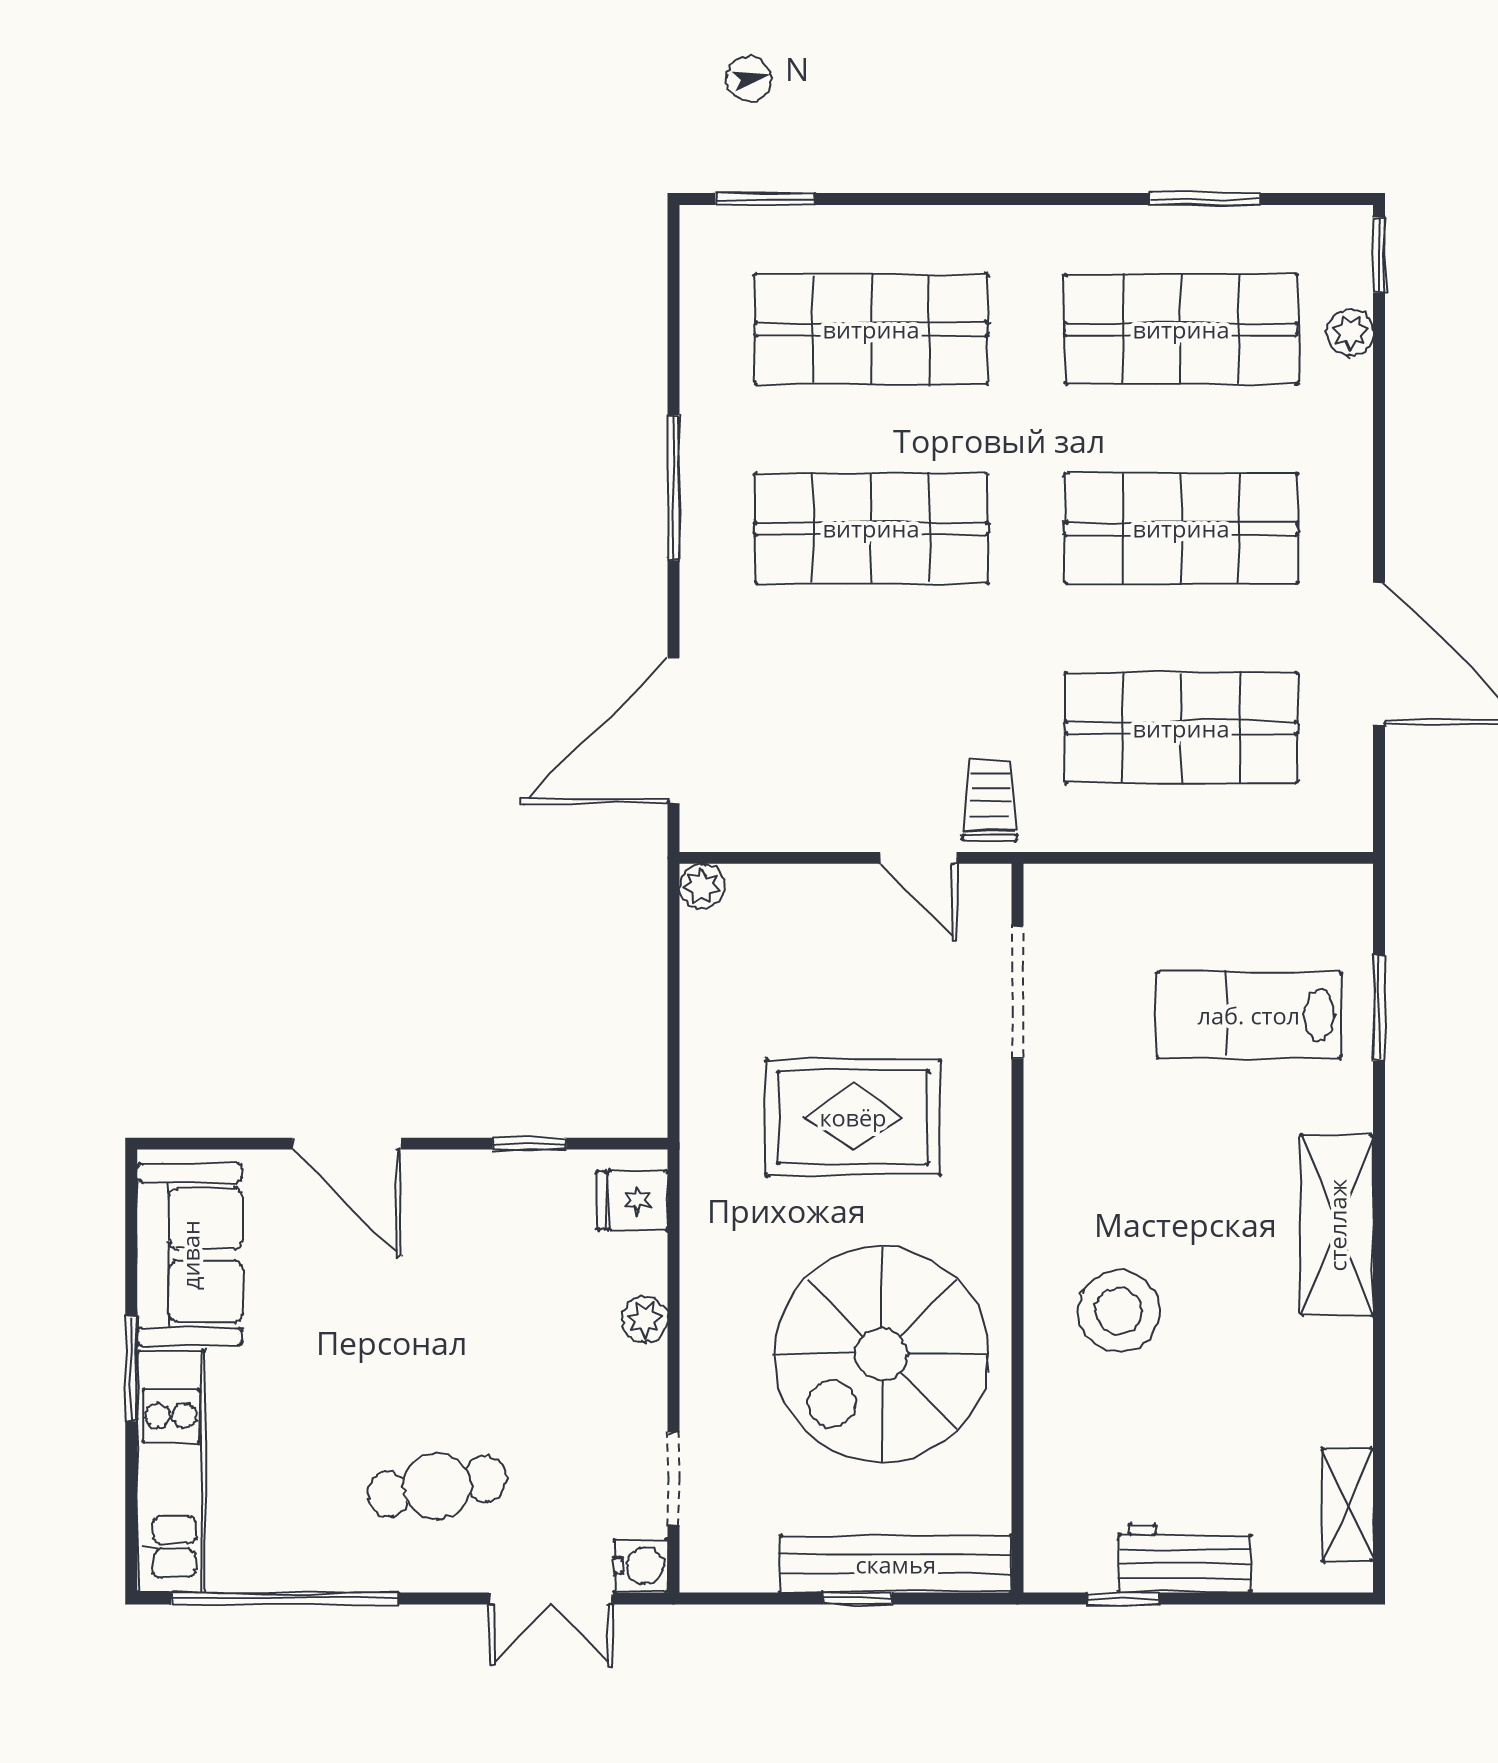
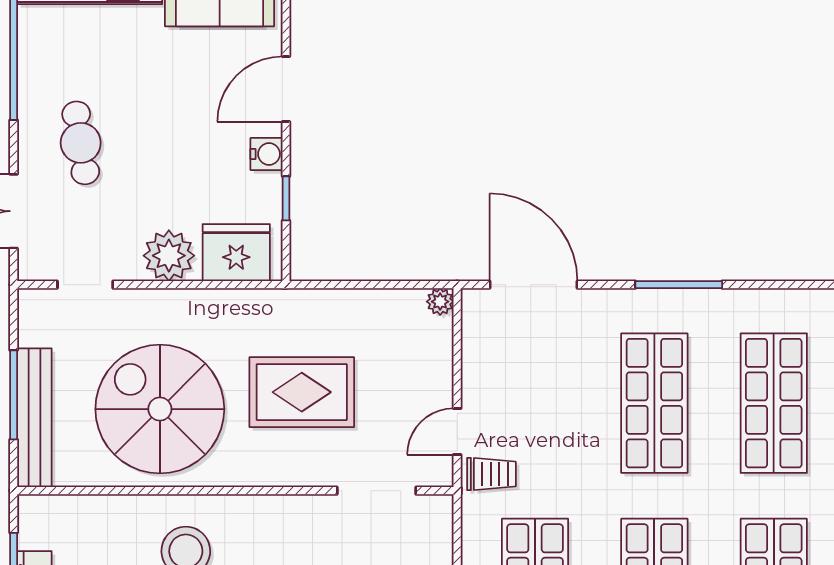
rug: (853, 1117) -> (302, 392), turned 90
fridge: (632, 1200) -> (236, 253), width x1.88, depth x1.34
plant: (645, 1319) -> (169, 256), width x1.88, depth x1.88
water cooler: (641, 1566) -> (266, 154), moved, turned -90
window: (858, 1598) -> (14, 395), width x2.17

